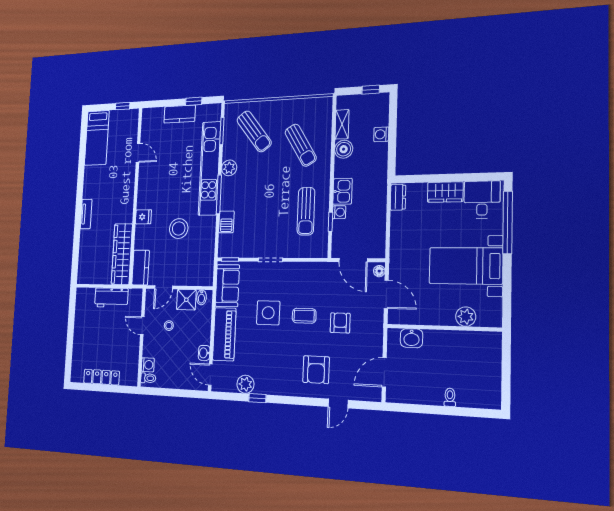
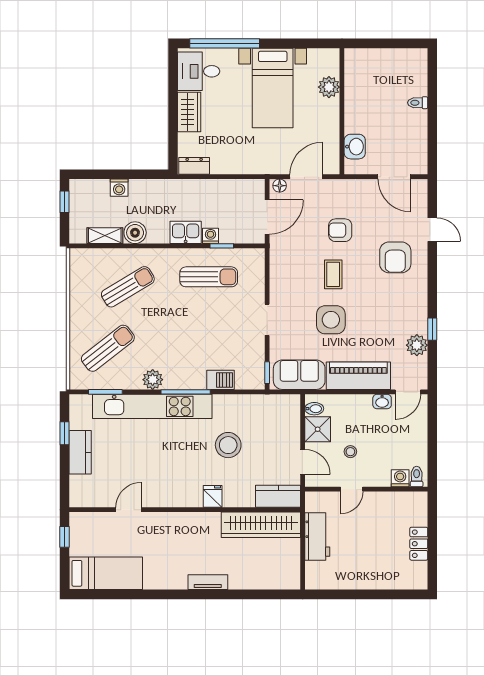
armchair: (316, 370) -> (395, 257), turned 90
locker: (101, 377) -> (419, 544), width x0.66

